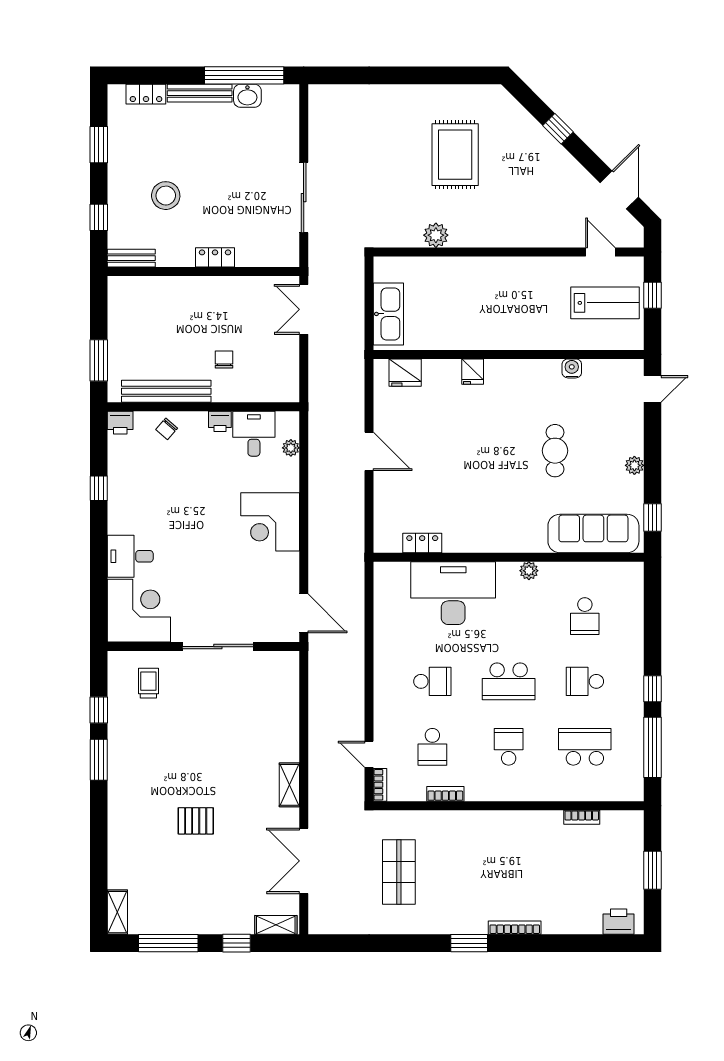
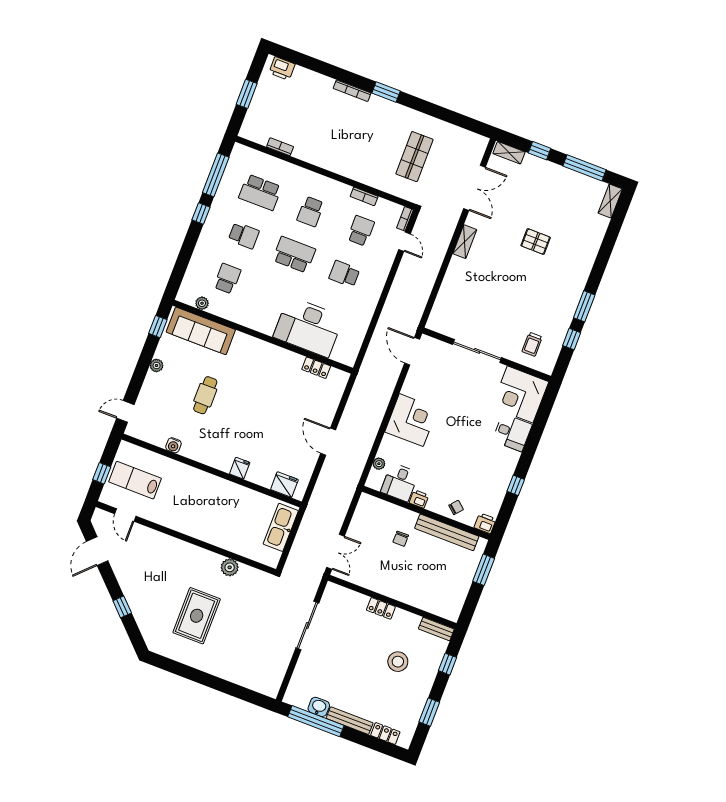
plant: (529, 571) -> (202, 303), moved

